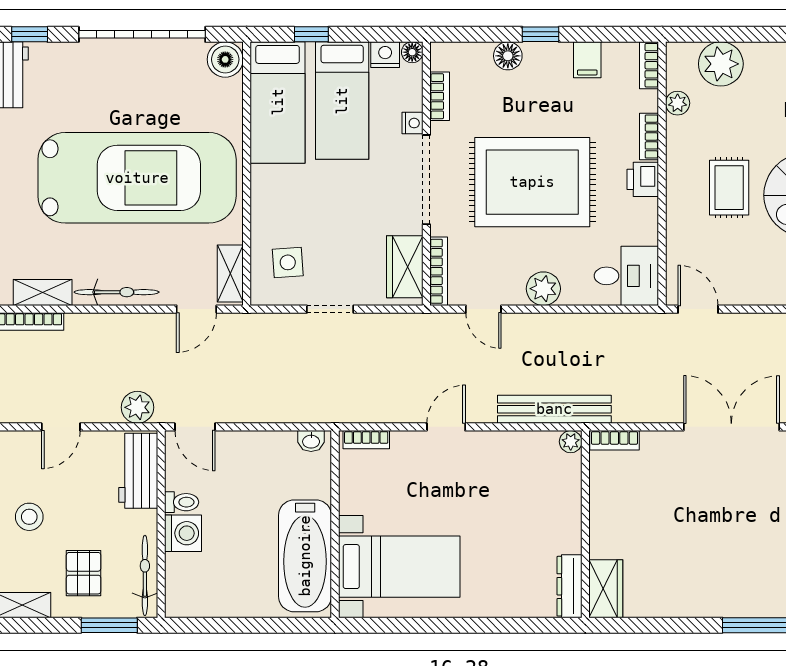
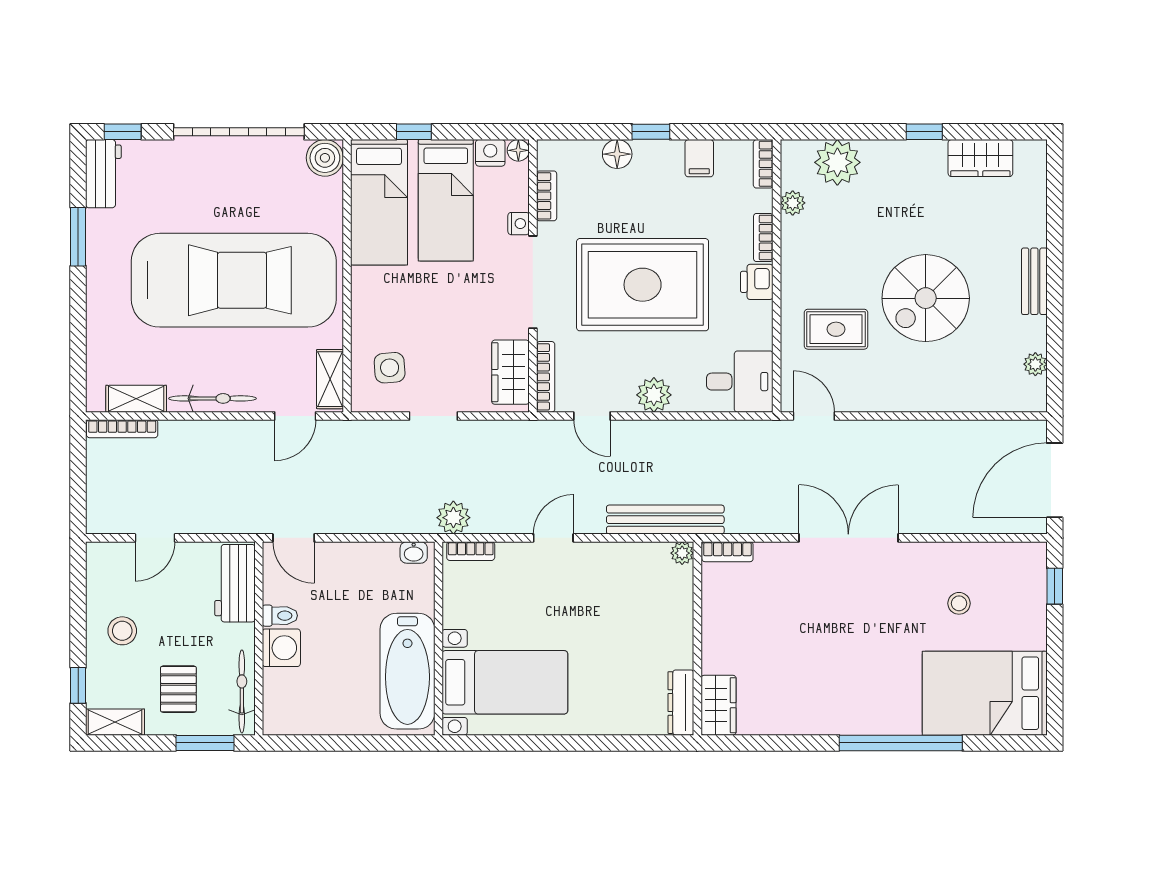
rug: (729, 188) -> (836, 329), moved, turned 90
plant: (137, 407) -> (453, 518), moved

